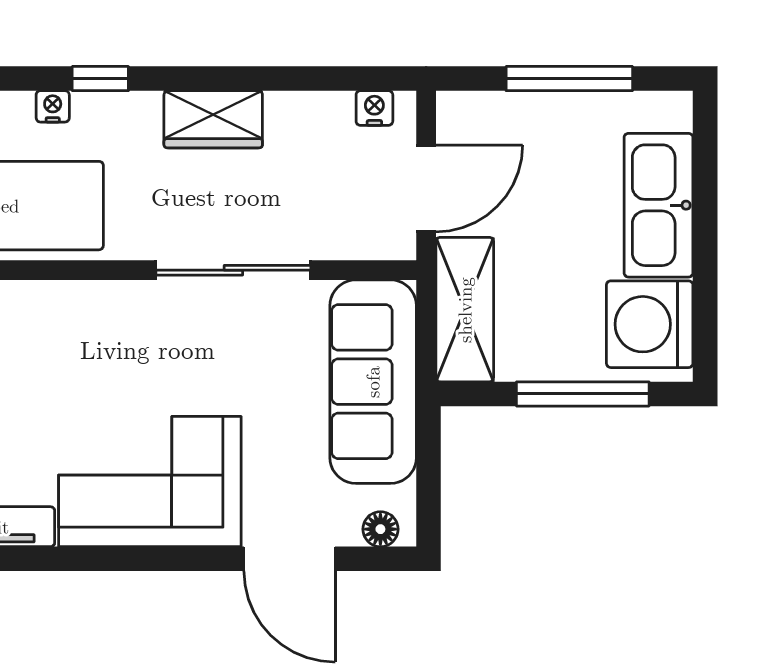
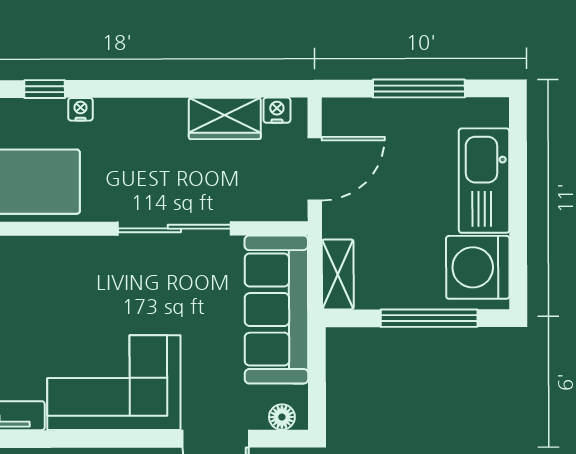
window: (100, 79) -> (45, 89), moved
nightstand: (53, 106) -> (80, 109), moved
wardrobe: (213, 119) -> (225, 118), moved
shelving: (465, 310) -> (338, 274), width x0.67, depth x0.75

